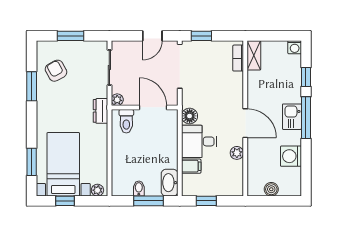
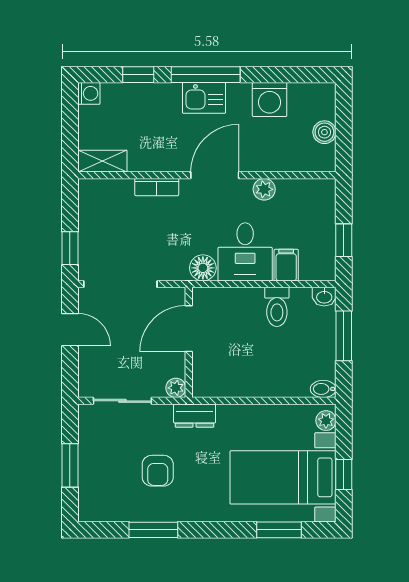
bookcase: (238, 58) -> (157, 187), moved
armchair: (56, 71) -> (158, 471), moved, turned -61
toilet: (126, 121) -> (277, 307), moved, turned 90
washbasin: (170, 183) -> (324, 297), width x0.52, depth x0.69
bidet: (139, 188) -> (323, 389), moved

